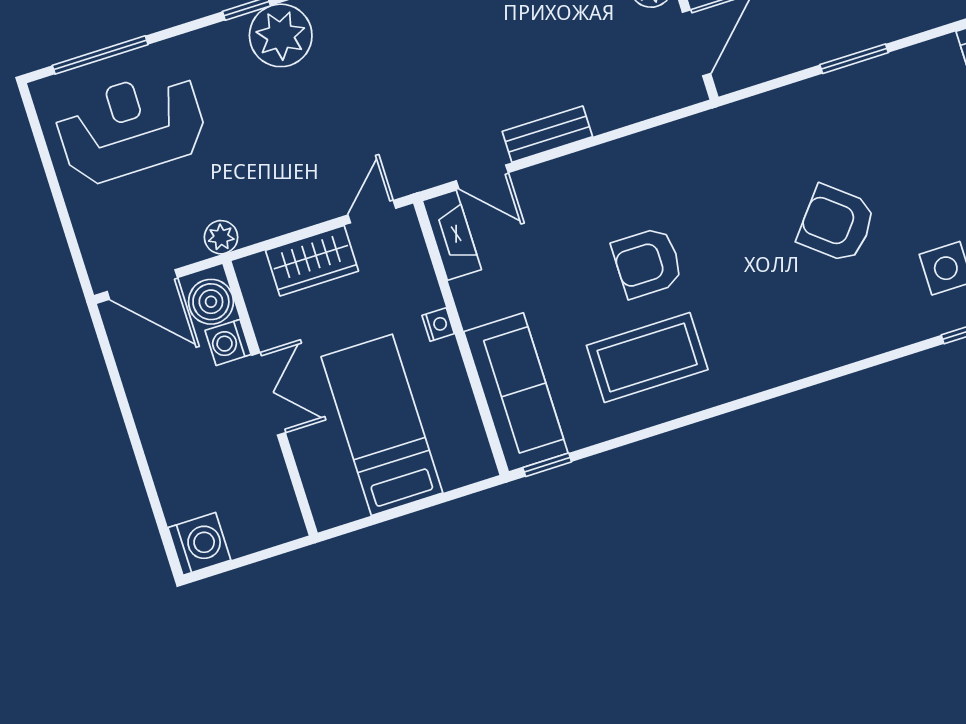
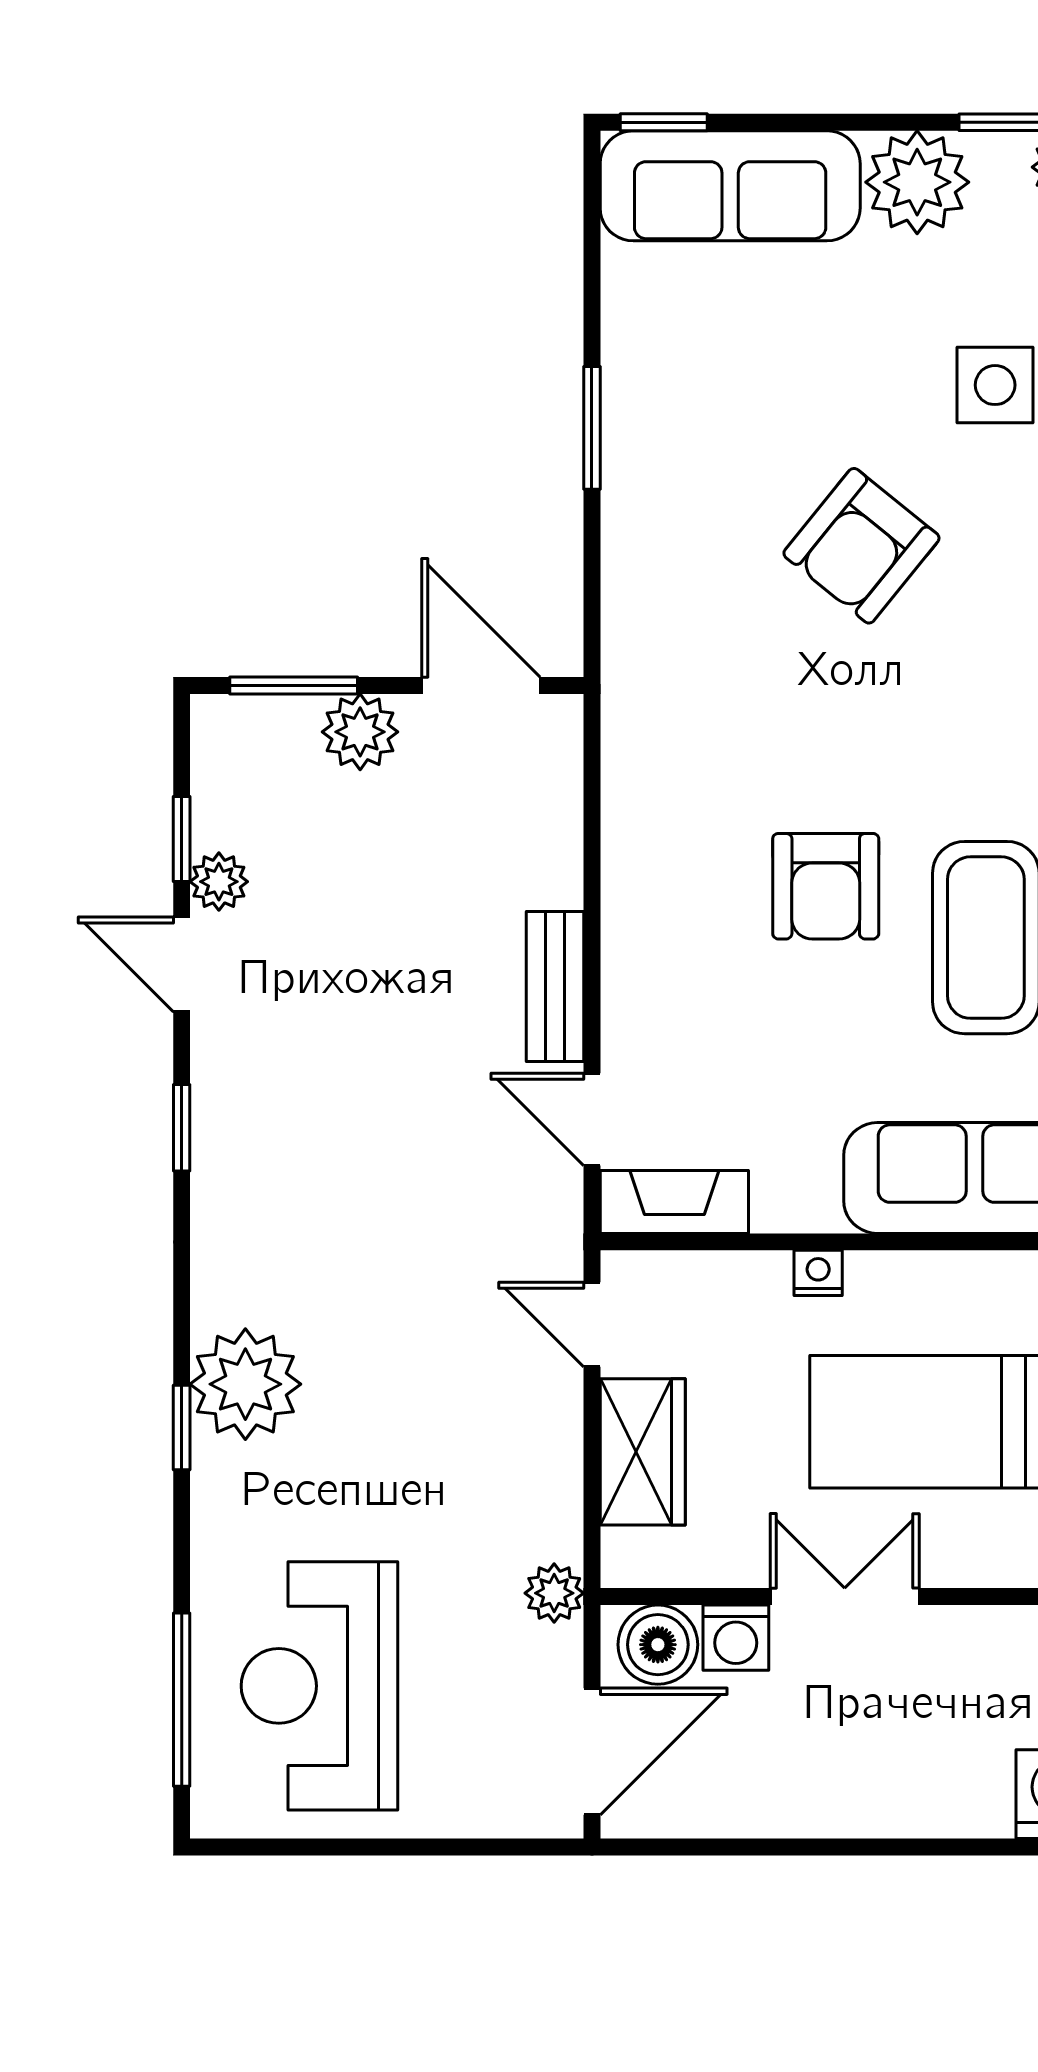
door: (482, 177) -> (592, 1119), swing flipped

